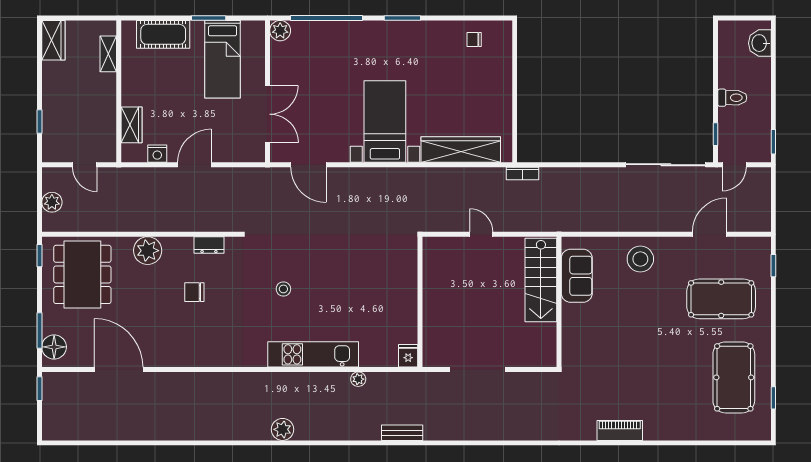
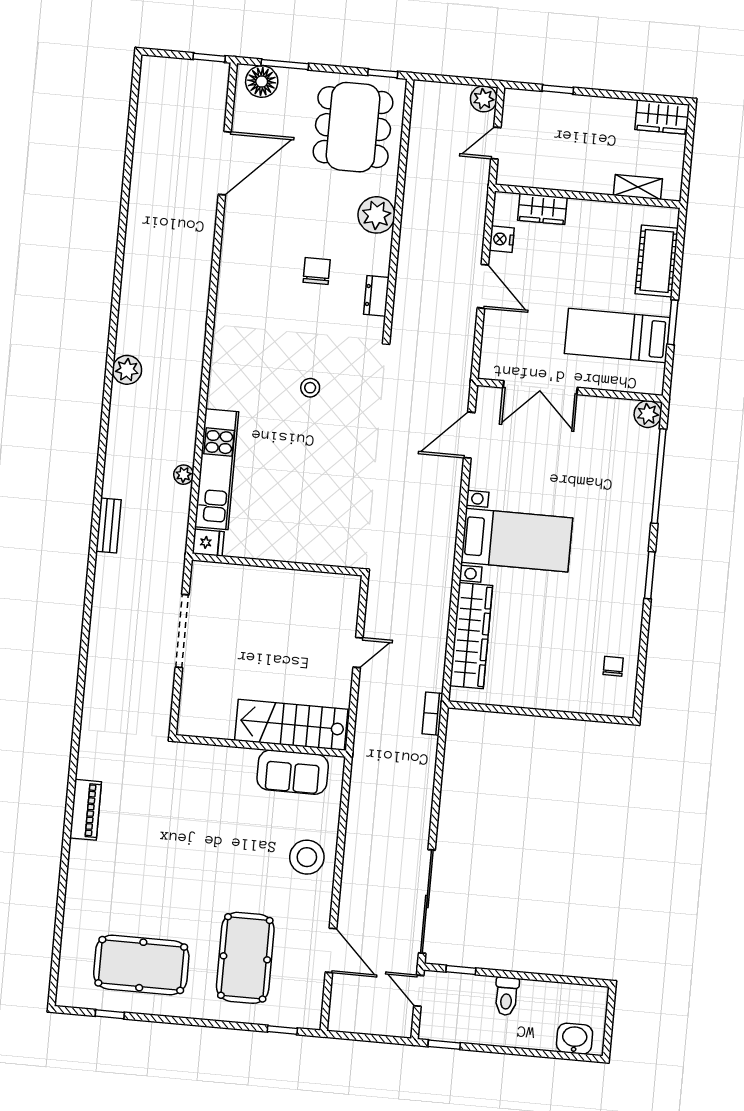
plant: (52, 202) -> (484, 99), moved
dining table: (82, 274) -> (353, 127), turned 90
kitchen unit: (313, 354) -> (217, 469), moved

